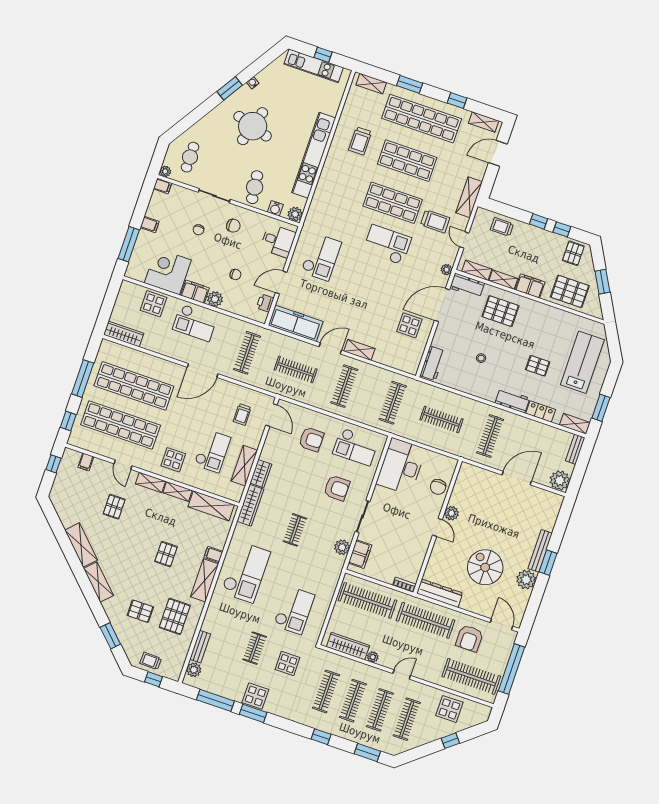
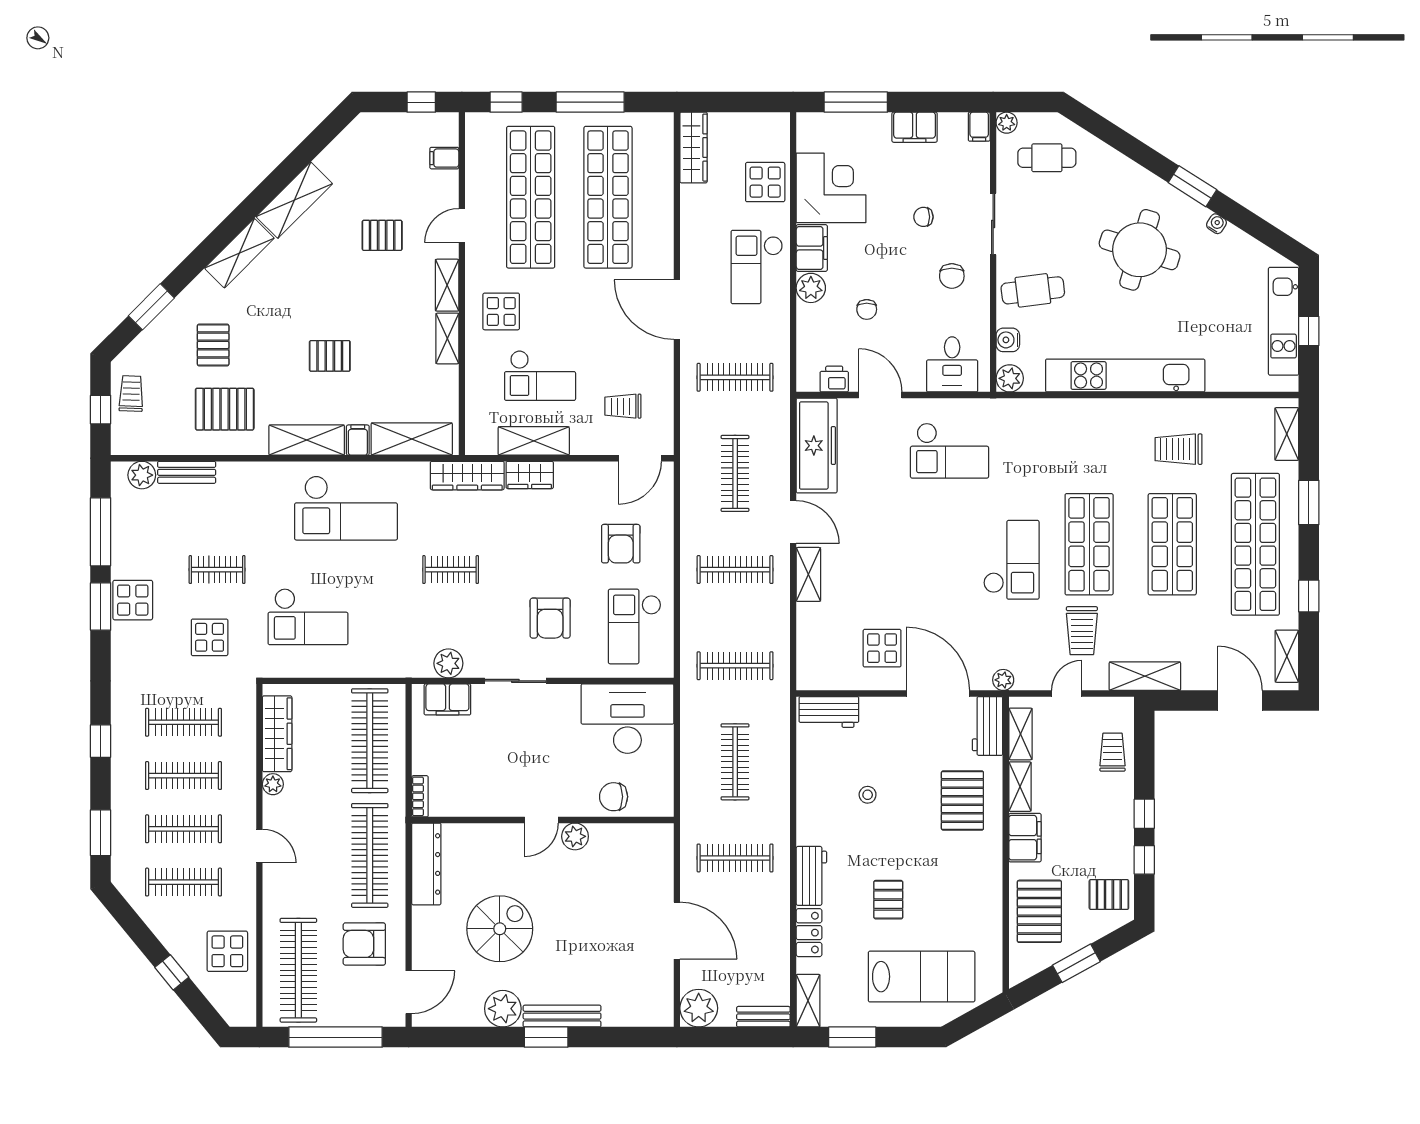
filing cabinet: (150, 224) -> (915, 127), width x2.00
shelving: (211, 506) -> (412, 439), moved, turned 90

